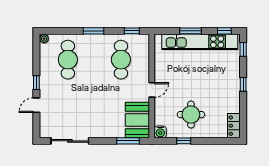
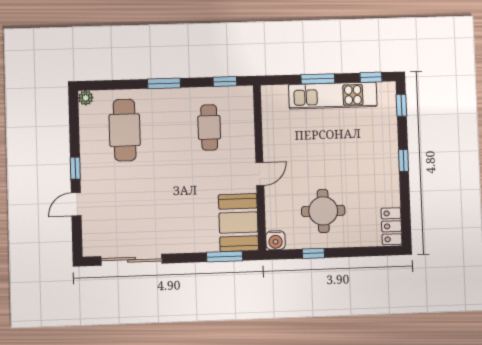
kitchen unit: (200, 42) -> (333, 95), width x0.73
cafe table: (121, 60) -> (209, 127), width x0.73, depth x0.74

